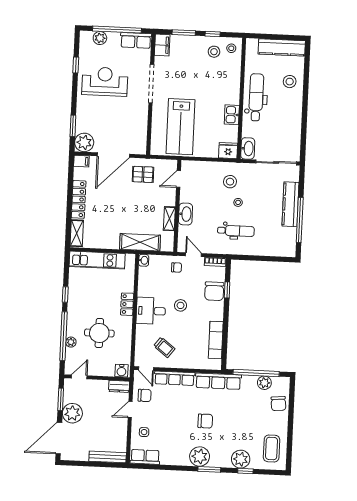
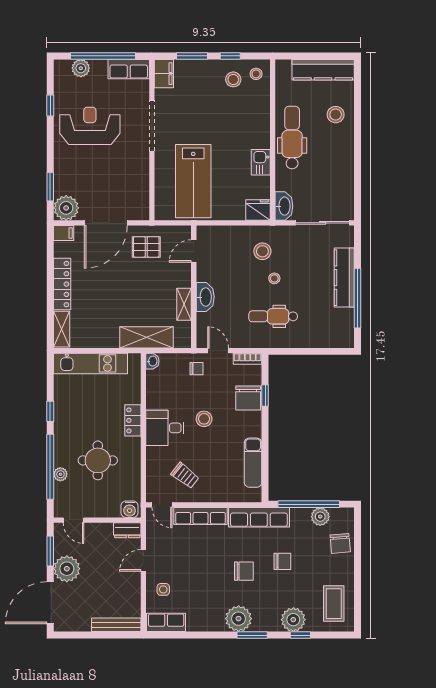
dental chair: (236, 231) -> (273, 316), turned 180
door: (79, 377) -> (74, 520), swing flipped
chair: (145, 395) -> (282, 561), moved

